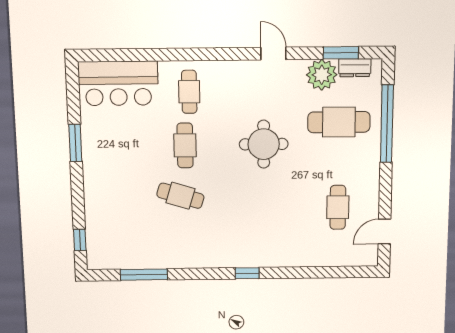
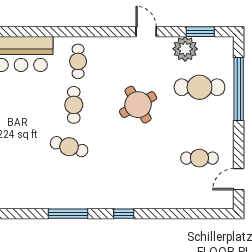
dresser: (355, 68) -> (212, 44), removed
round table: (264, 144) -> (138, 105), turned -30
cafe table: (338, 207) -> (199, 158), turned 90
window: (144, 275) -> (68, 214), moved

